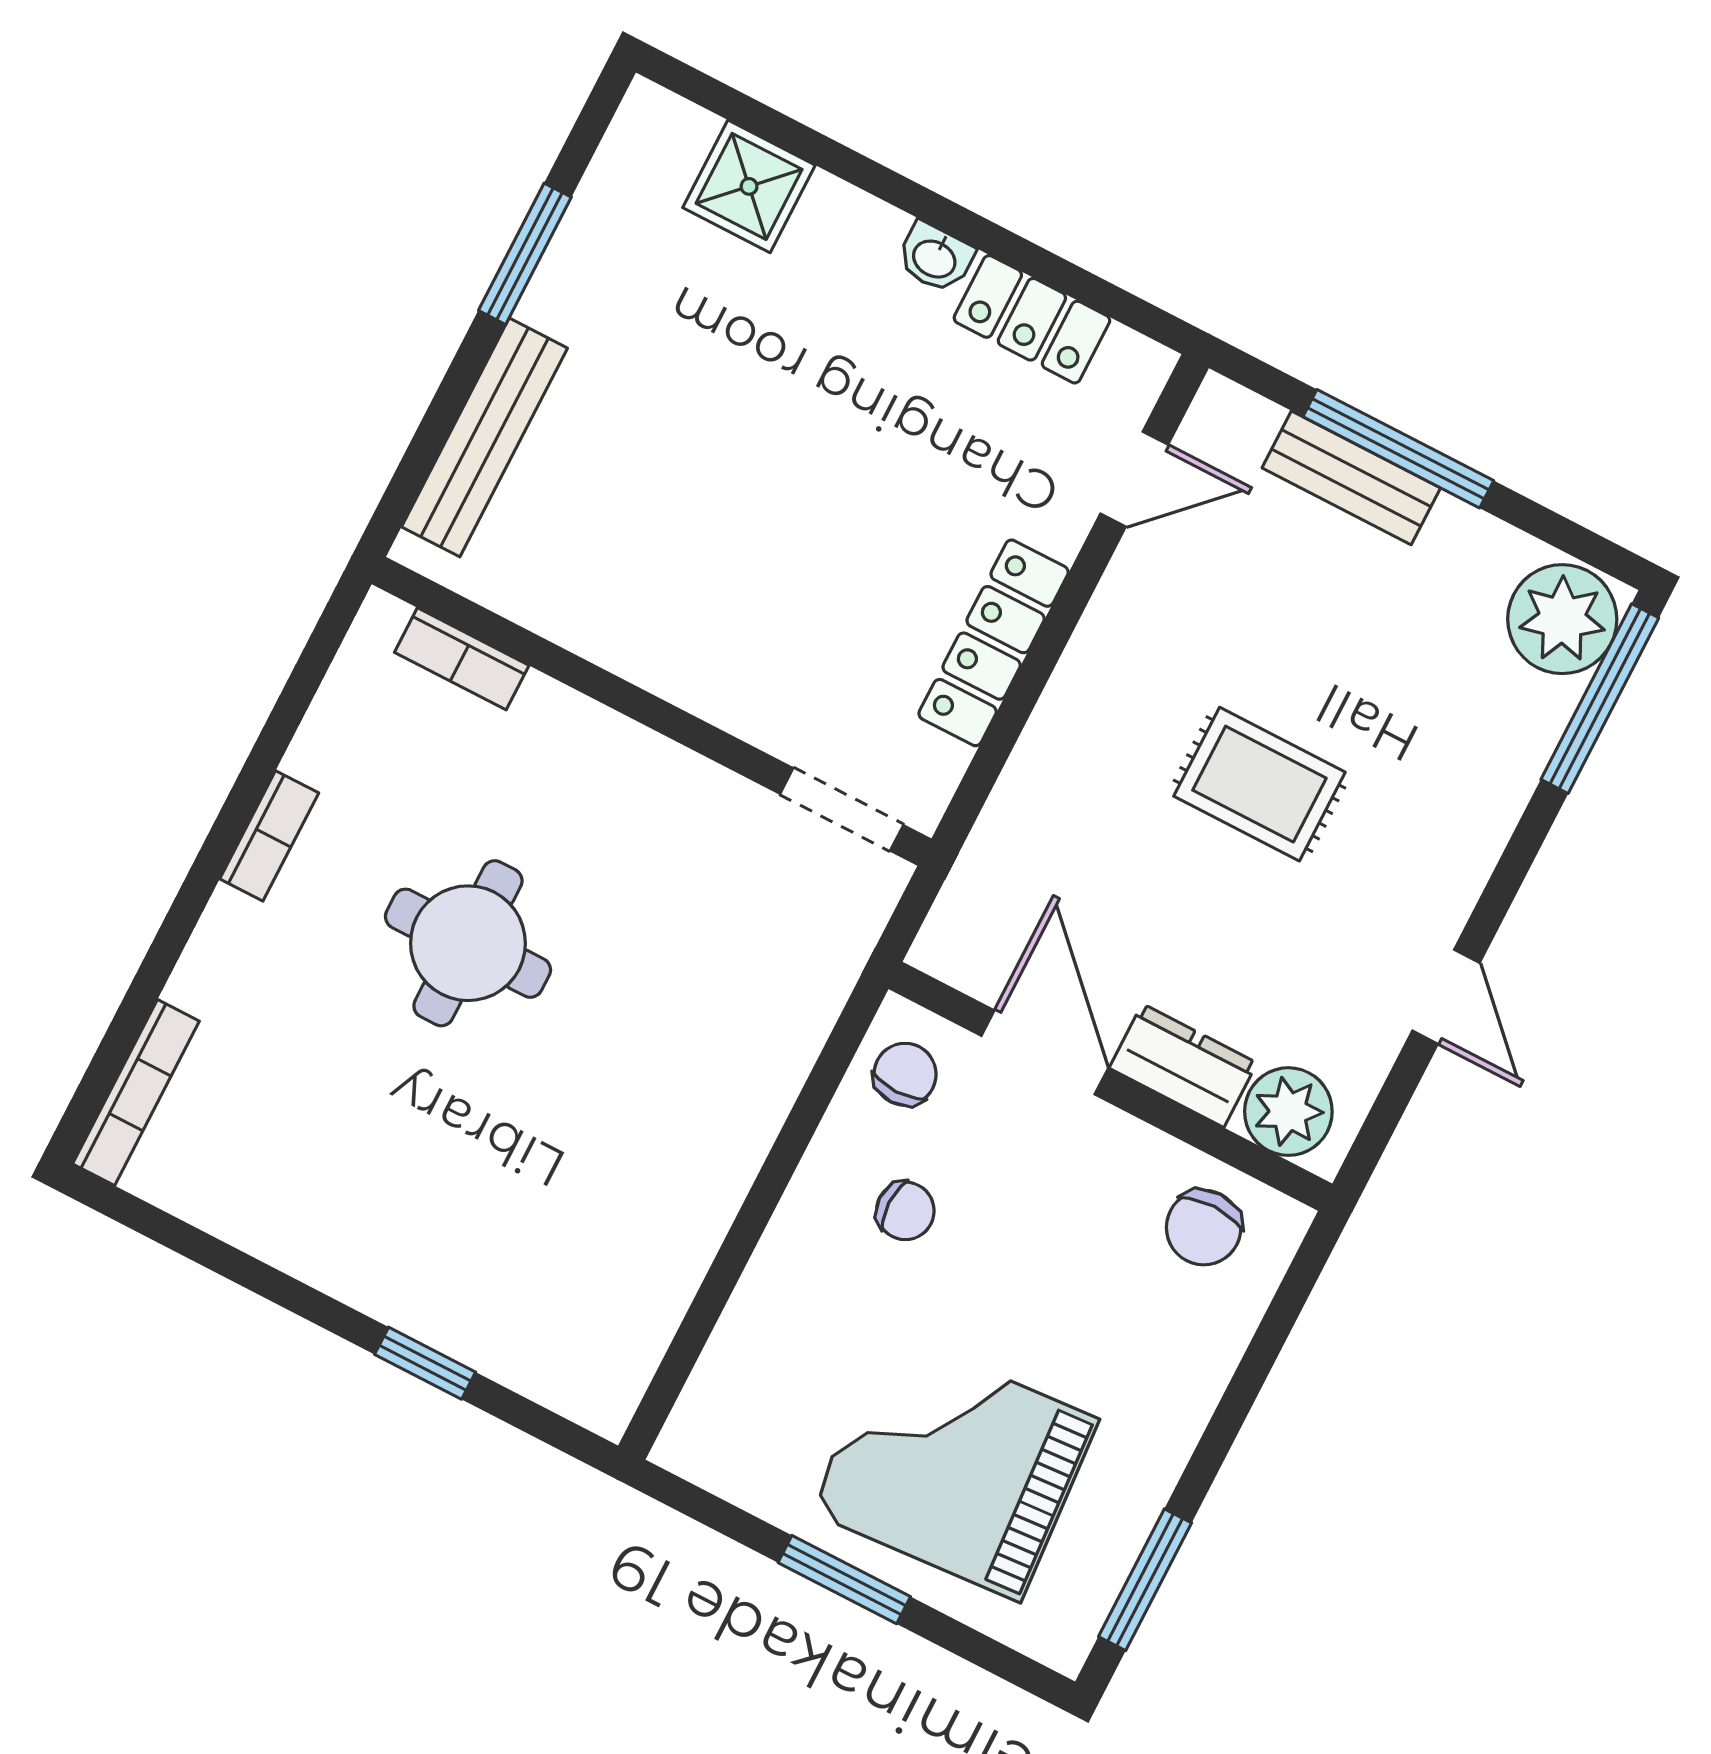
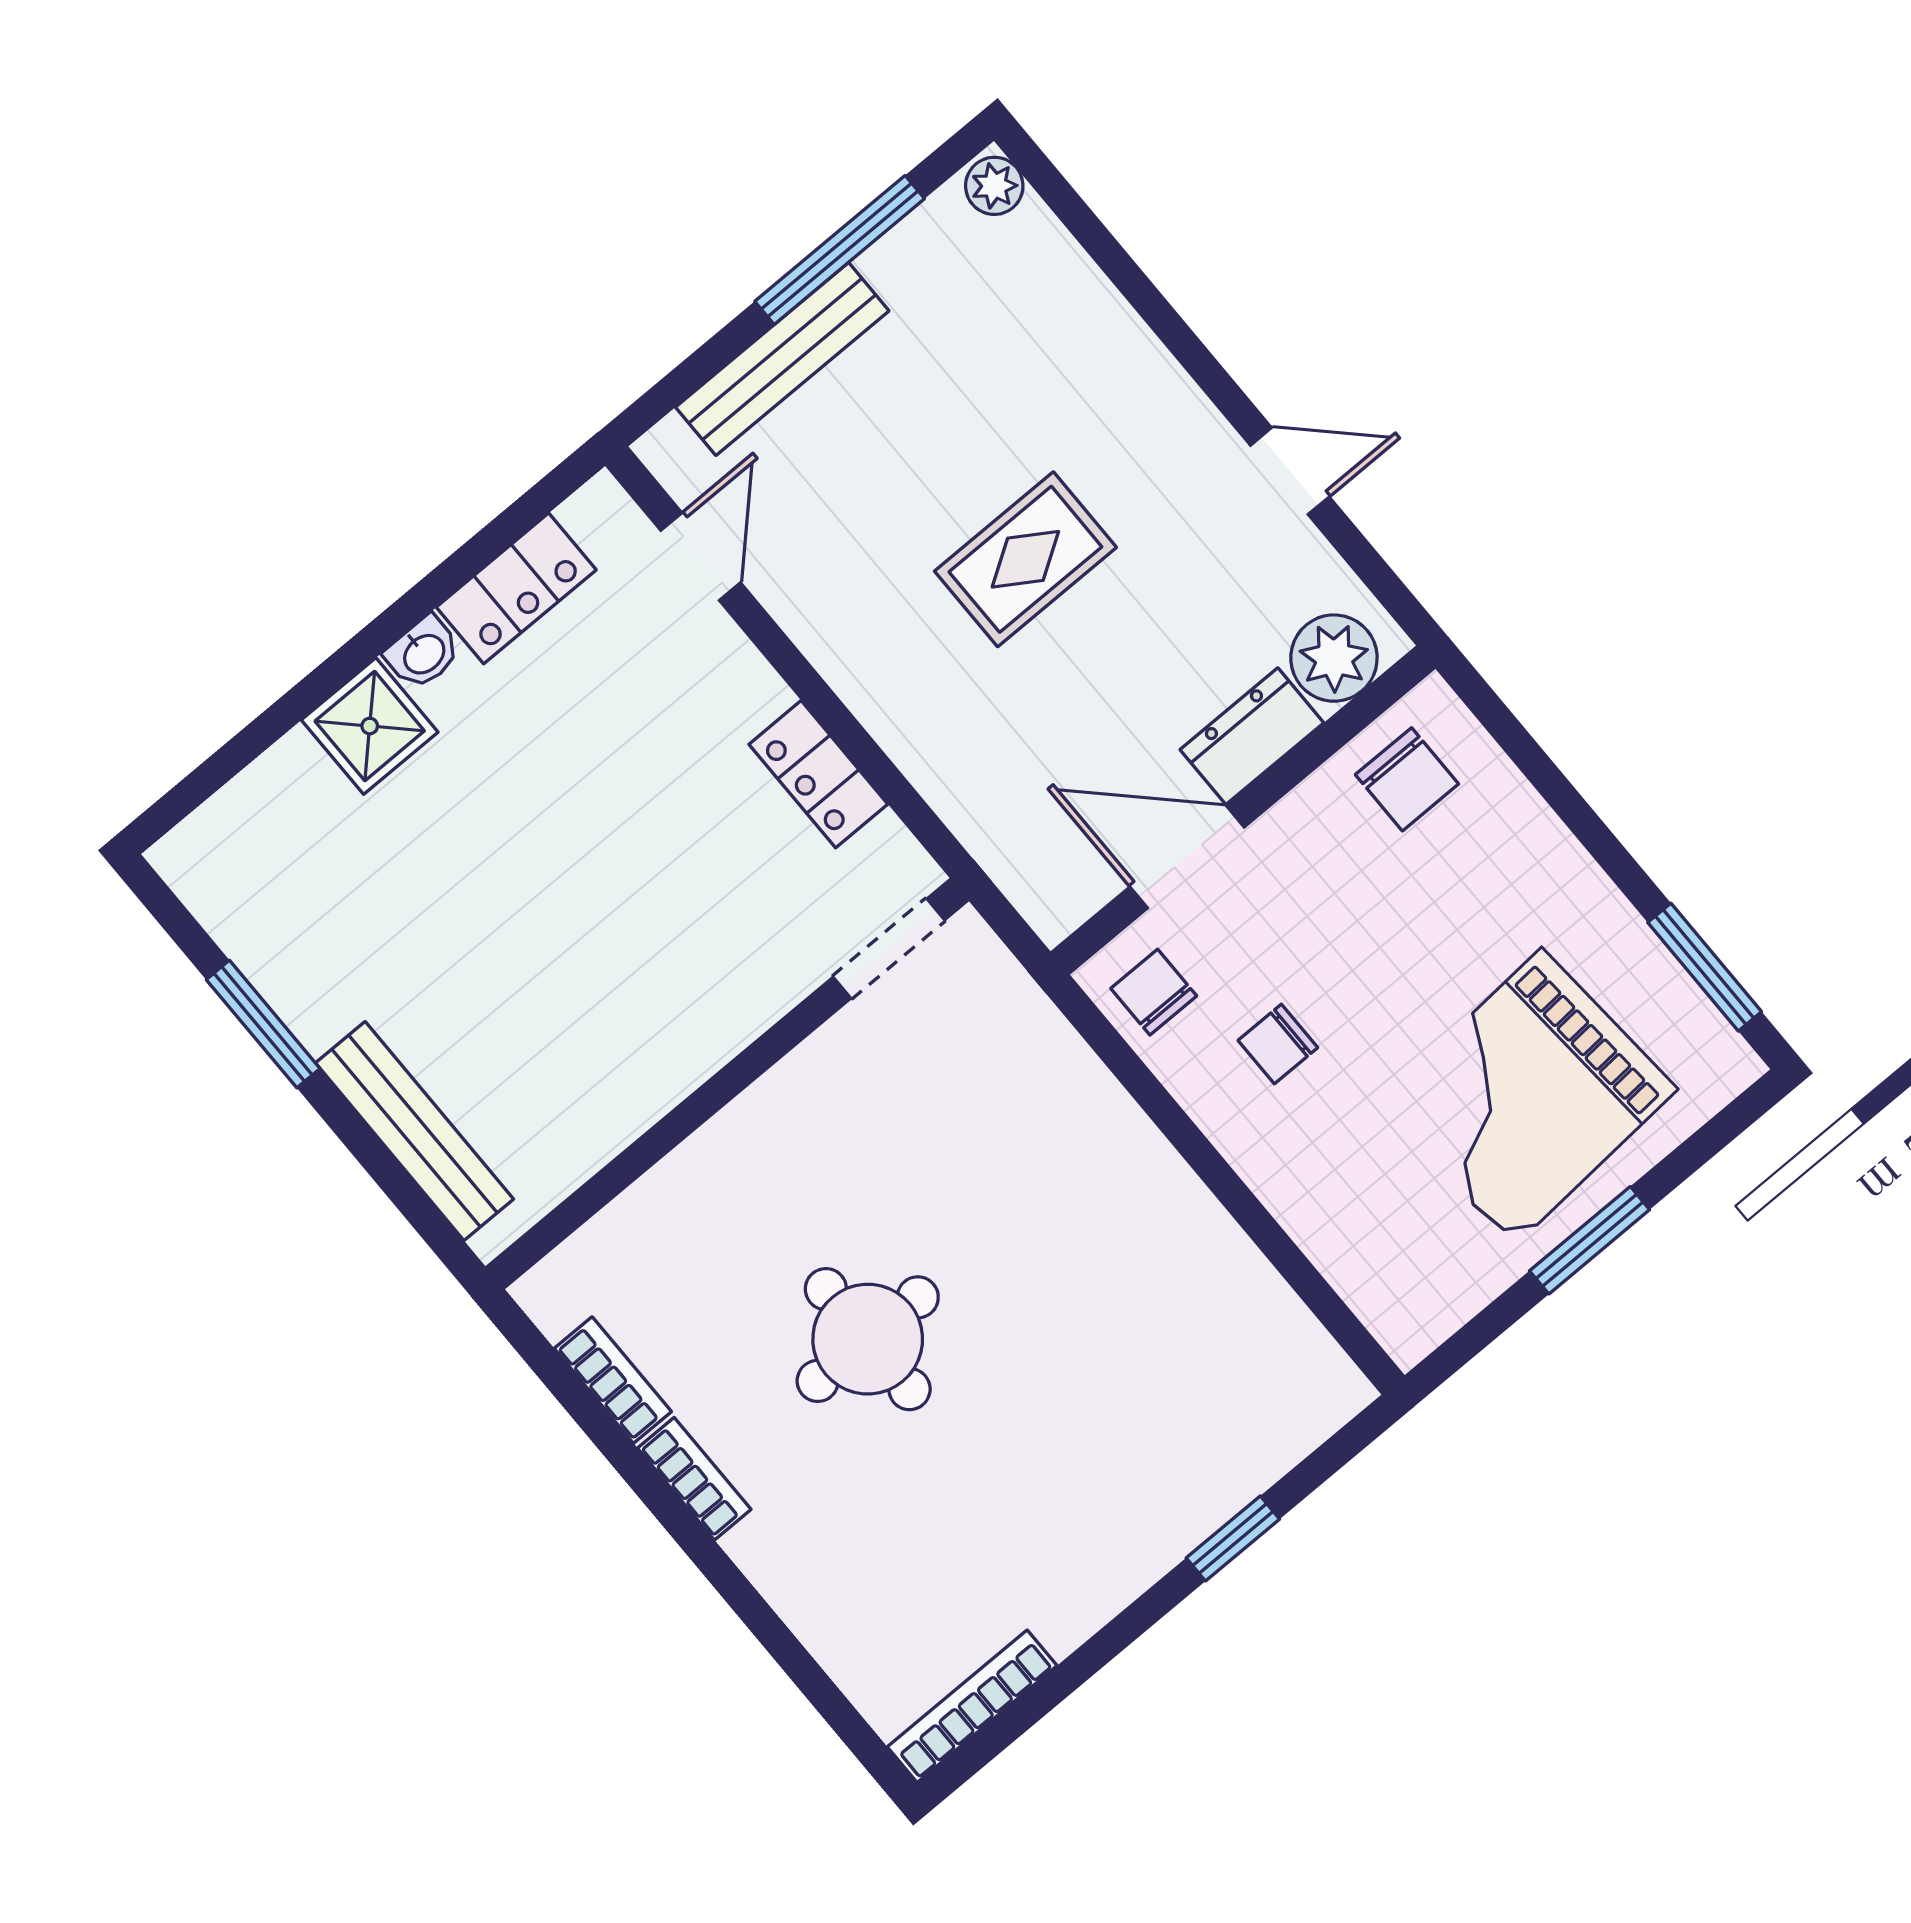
shower: (749, 186) -> (370, 726), moved
window: (1398, 449) -> (840, 250), moved
bench: (1351, 478) -> (782, 359), width x1.36
plant: (1562, 619) -> (994, 186), width x0.53, depth x0.53
locker: (994, 643) -> (818, 774), width x0.66
bookcase: (462, 659) -> (613, 1380), moved, turned -90
window: (1600, 699) -> (1078, 217), removed
bookcase: (136, 1093) -> (972, 1706), moved, turned -90
chair: (905, 1211) -> (1278, 1044), turned 180

